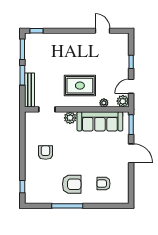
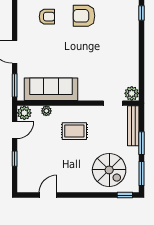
door: (103, 31) -> (48, 195), swing flipped
spiral stairs: (50, 52) -> (109, 170), added
rug: (80, 86) -> (74, 131), width x0.73, depth x0.70
plant: (70, 118) -> (132, 93), moved
armchair: (45, 153) -> (115, 53), removed

